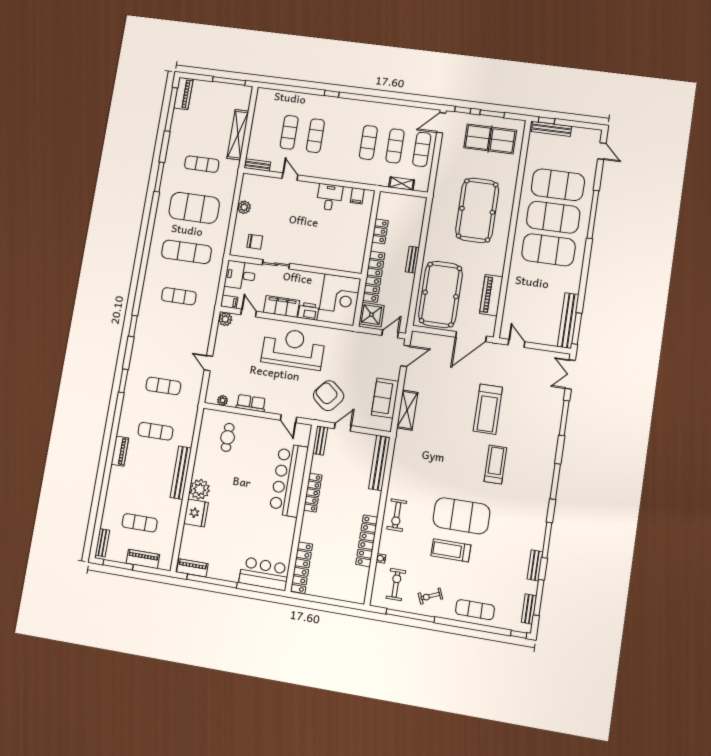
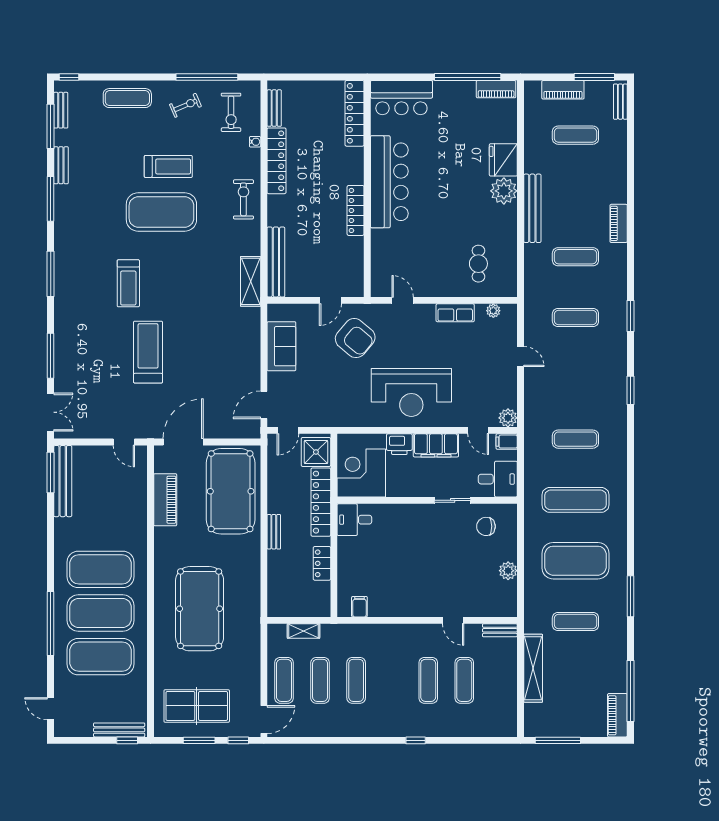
desk: (330, 197) -> (354, 520), moved, turned 90
shelving: (407, 410) -> (251, 281), moved
bench: (320, 440) -> (274, 108), moved
bar counter: (289, 480) -> (389, 182), moved

